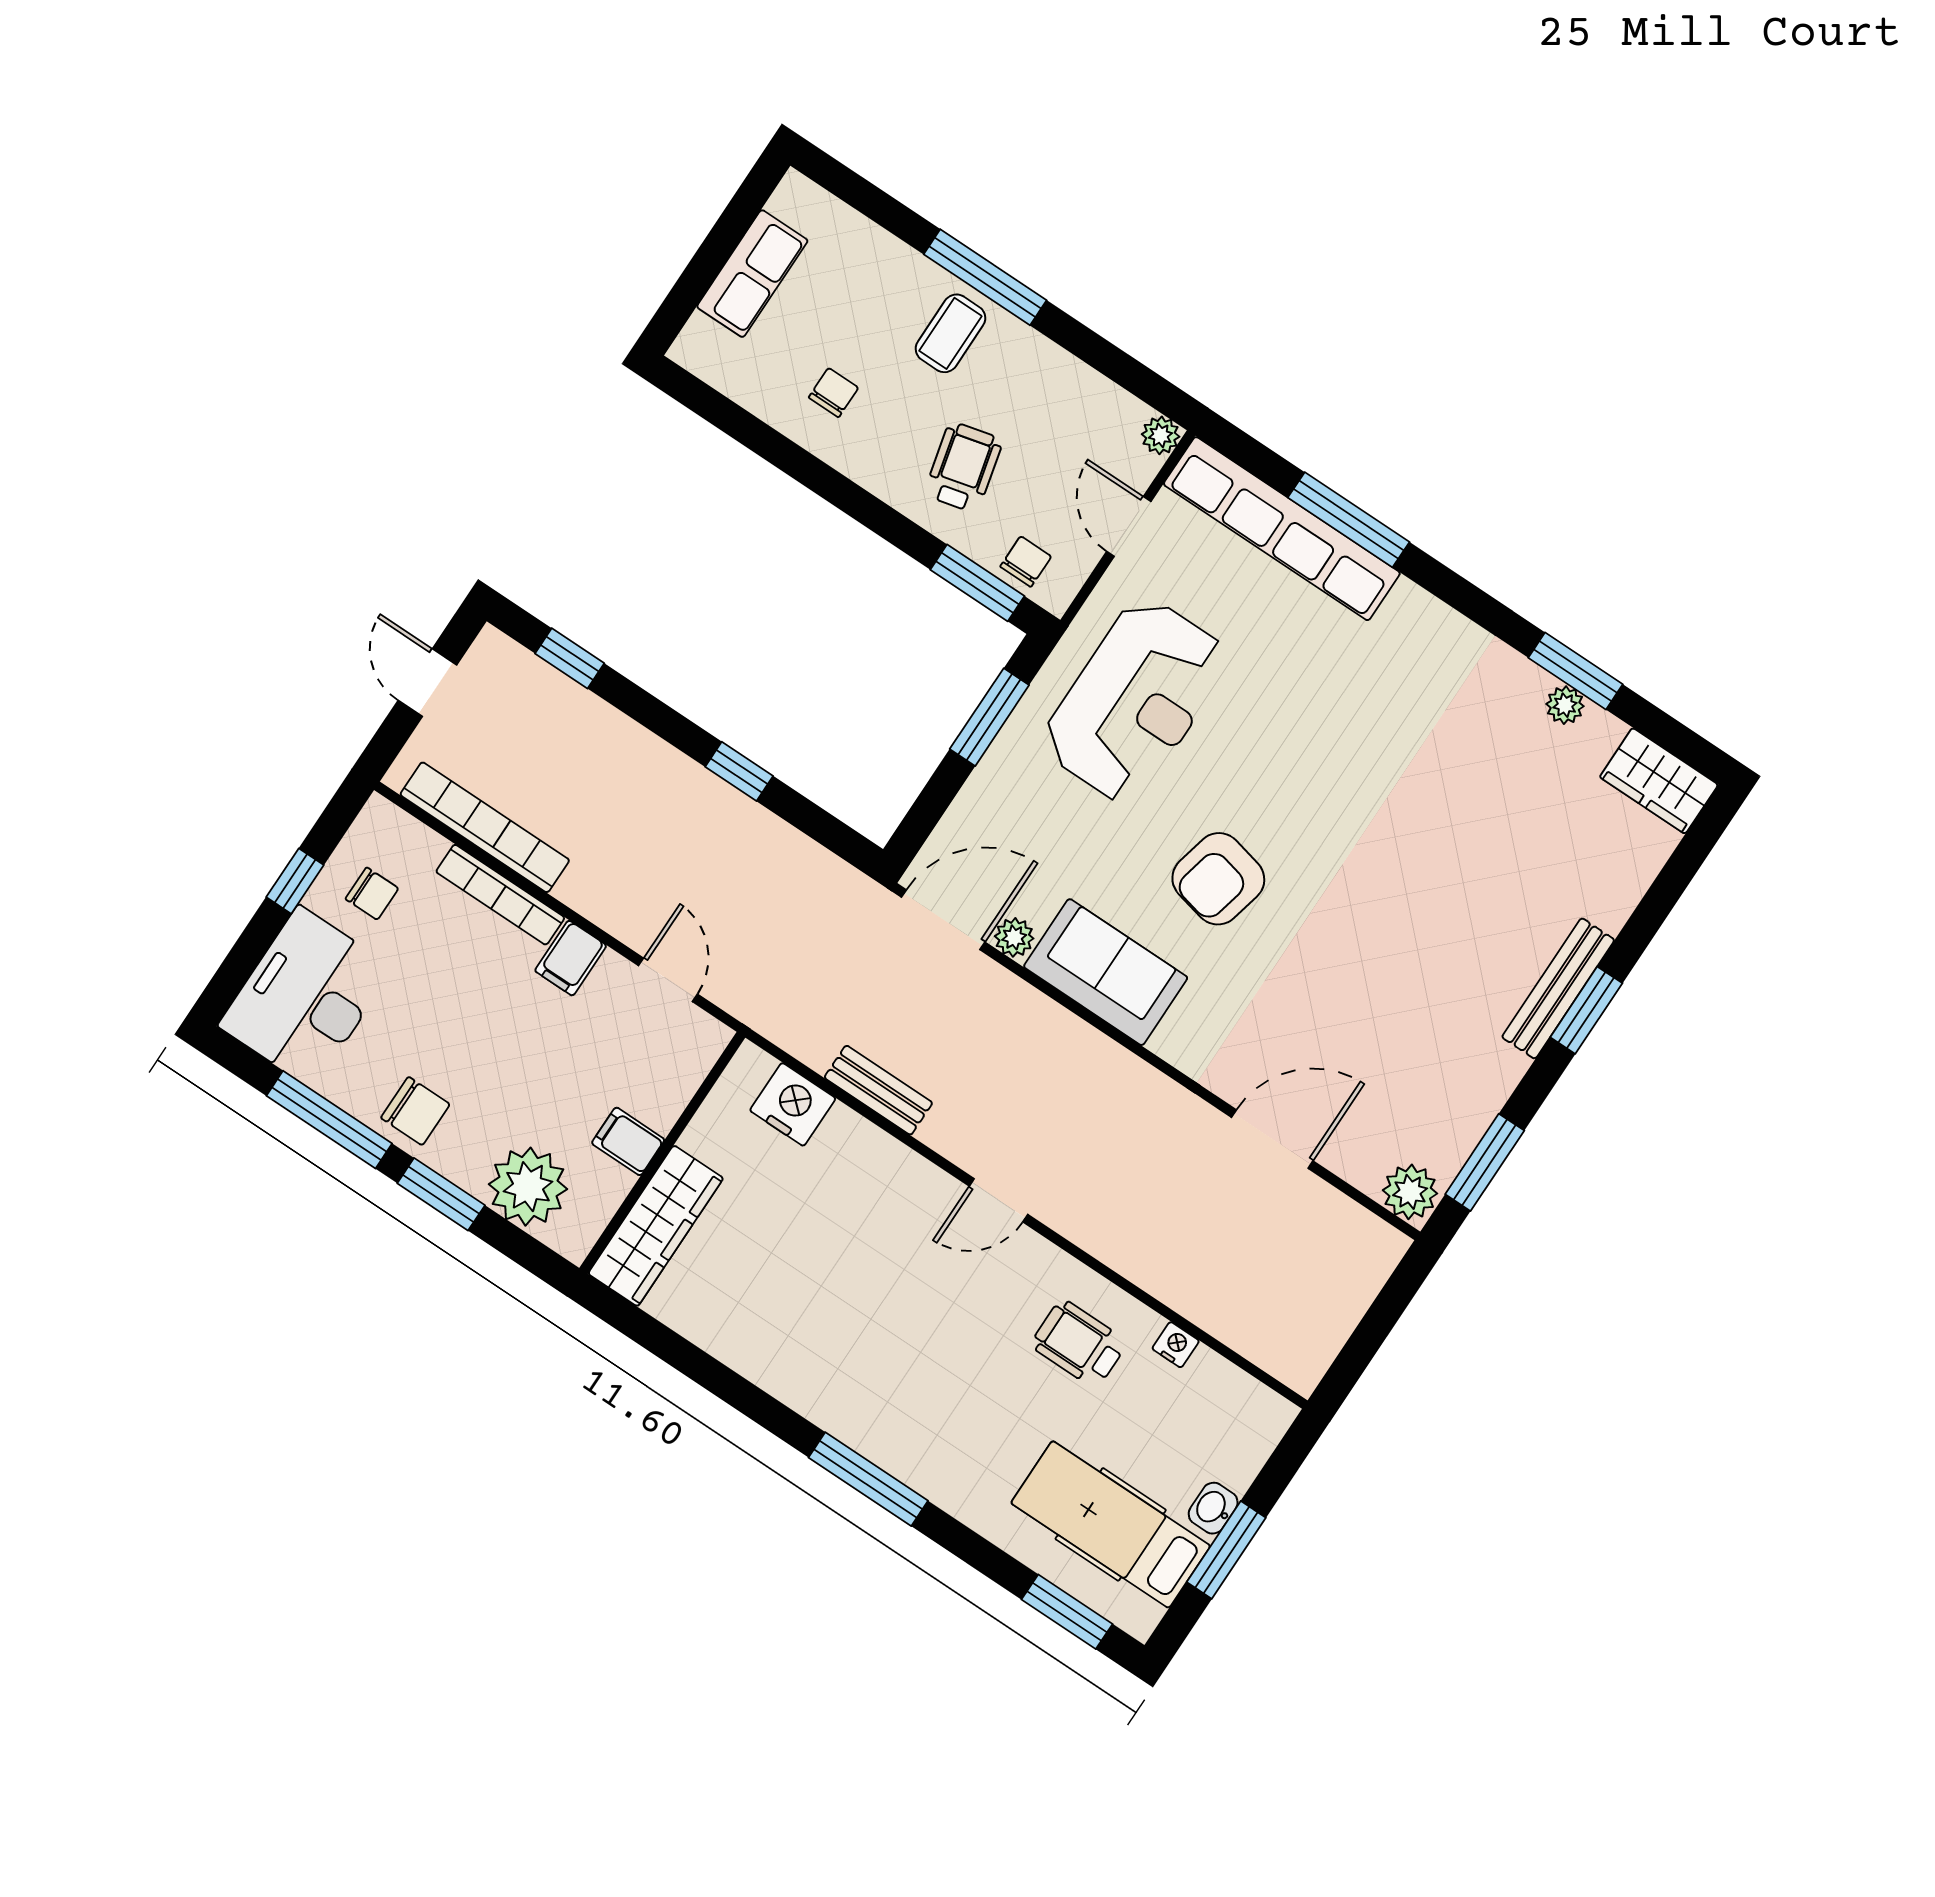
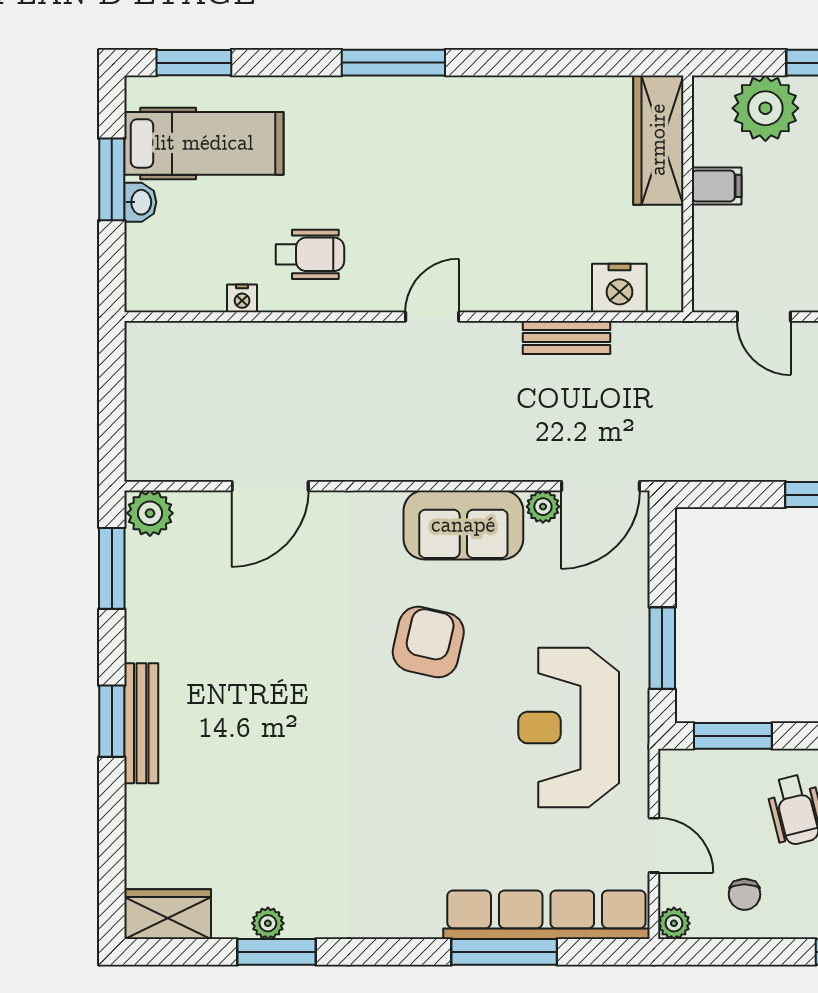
chair: (1026, 562) -> (744, 894), moved

